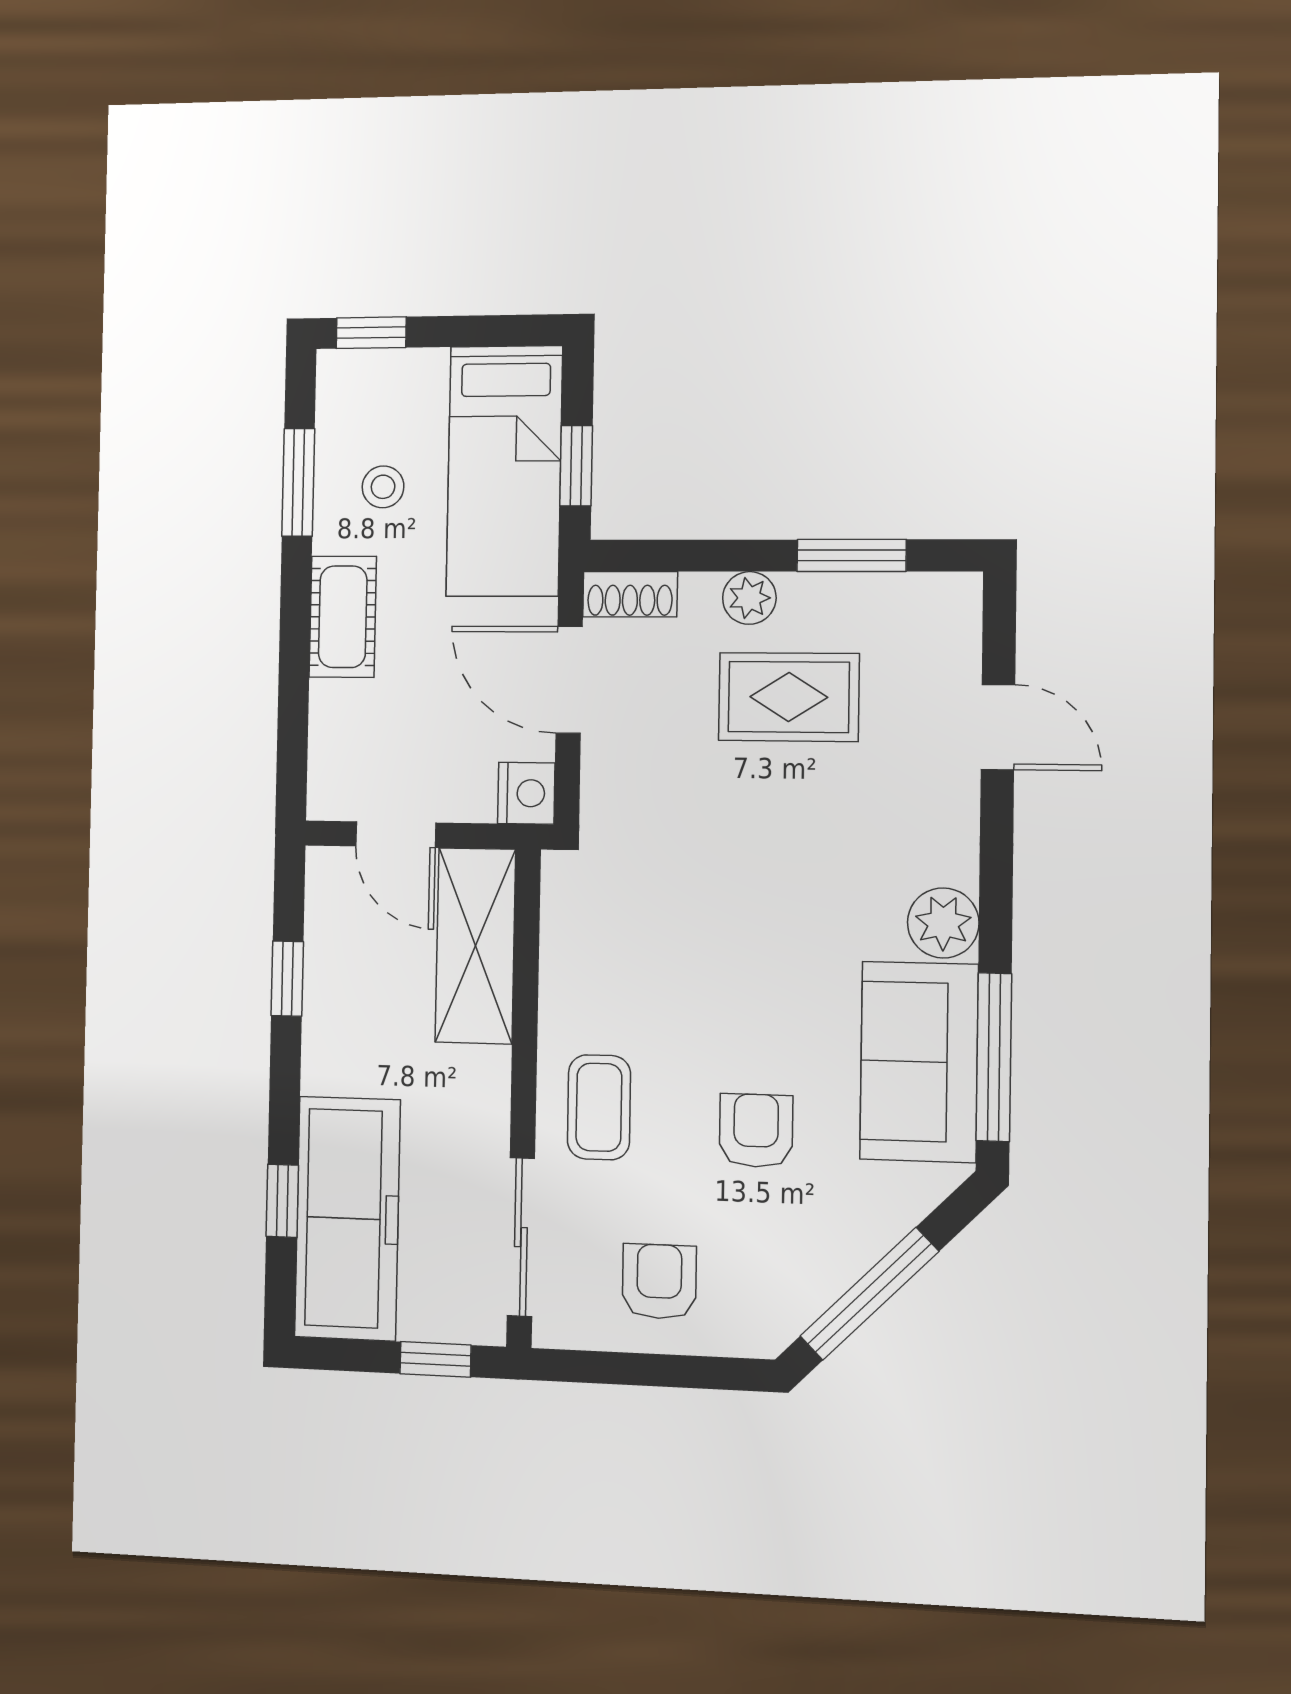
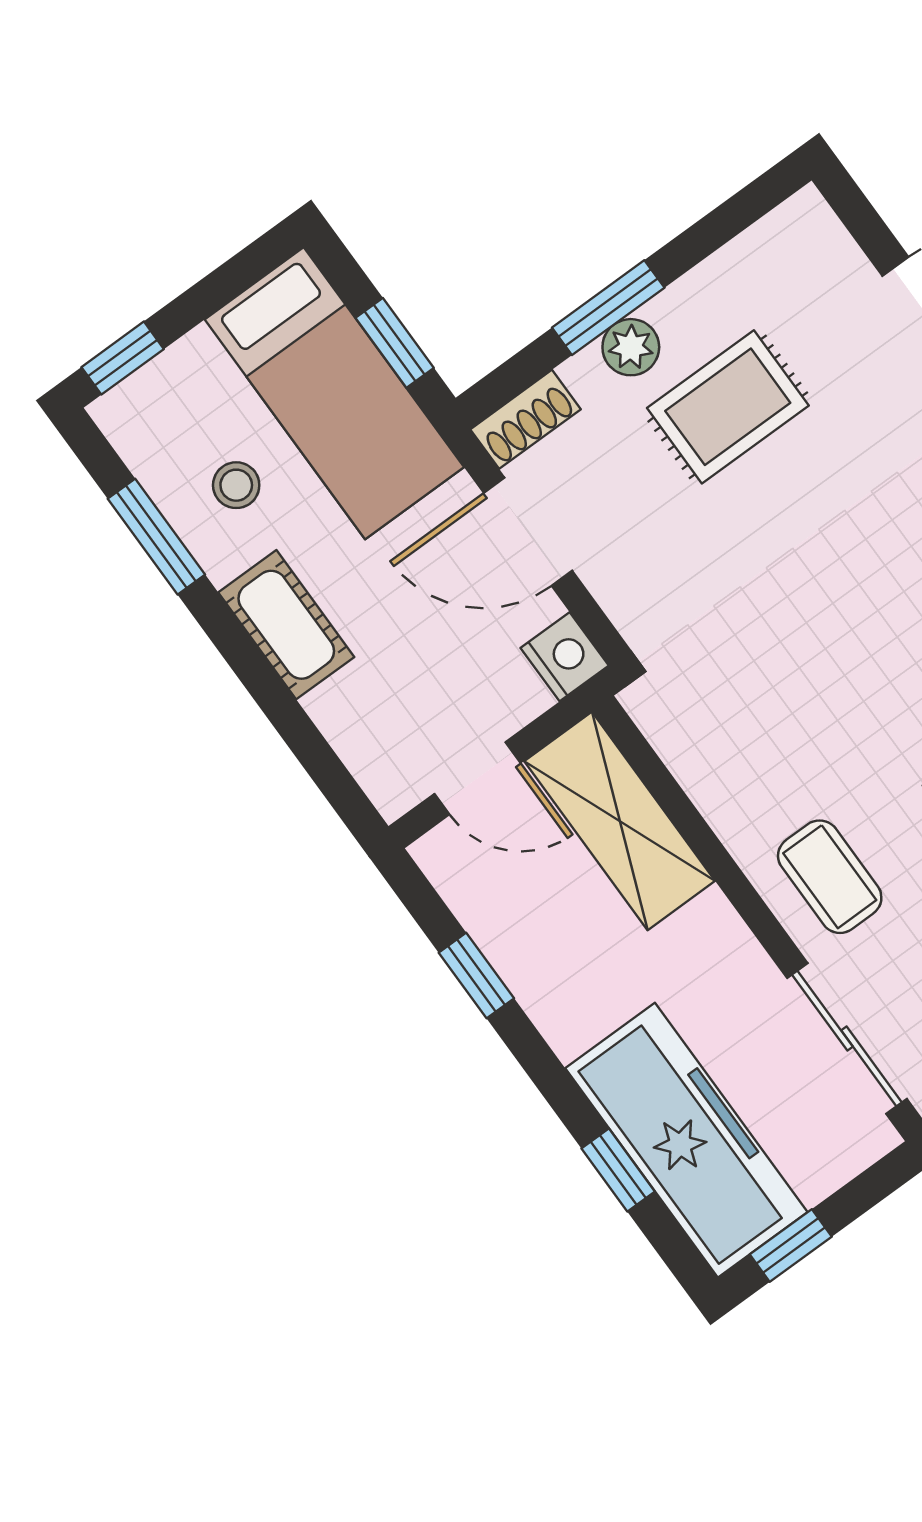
window: (851, 555) -> (608, 308), moved
window: (435, 1359) -> (791, 1246), moved

